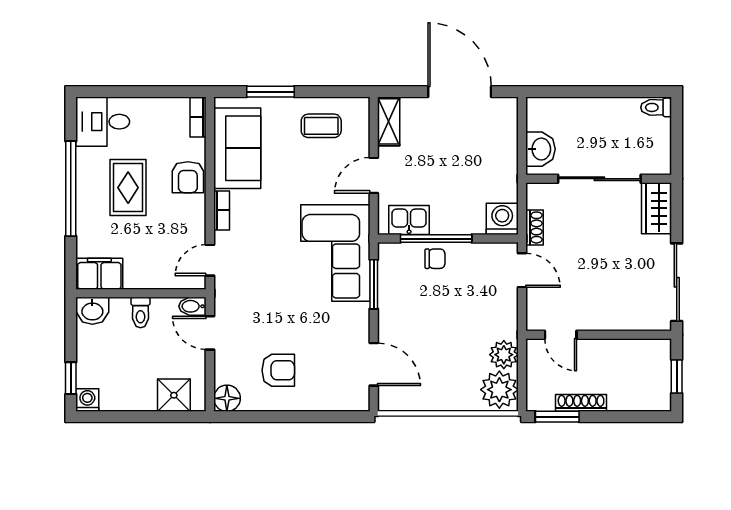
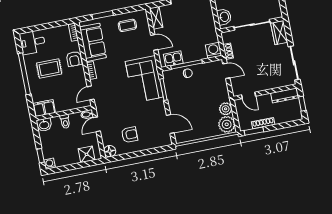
door: (374, 175) -> (154, 42), swing flipped
rug: (128, 188) -> (49, 68), turned 90
door: (210, 333) -> (97, 124), hinge flipped
dresser: (641, 350) -> (285, 95), added

